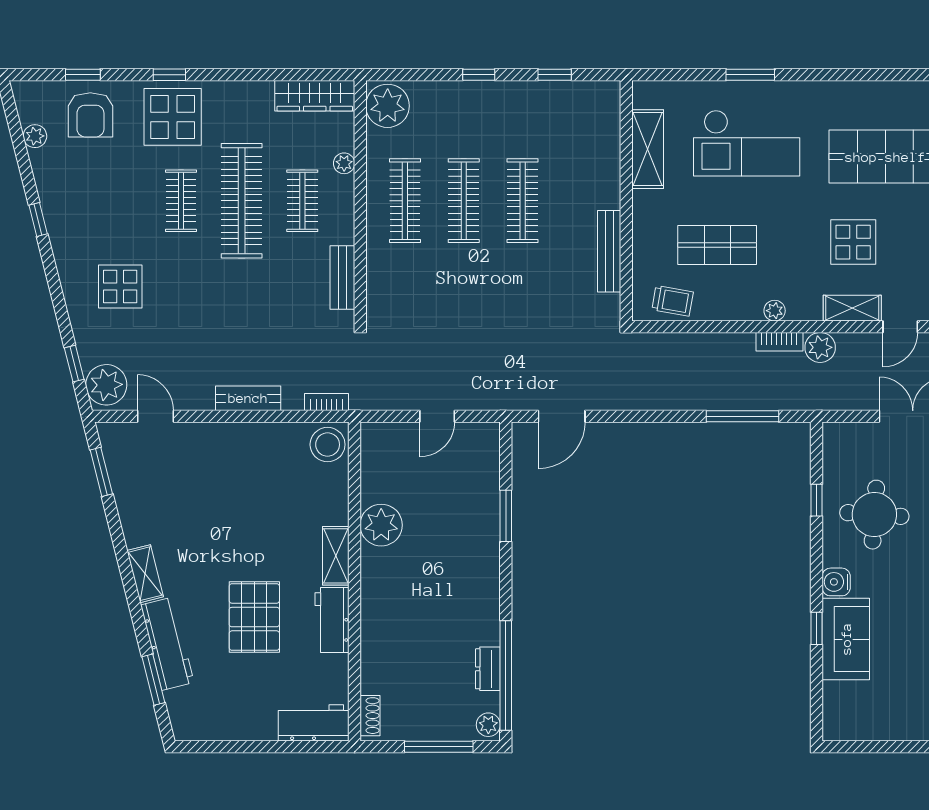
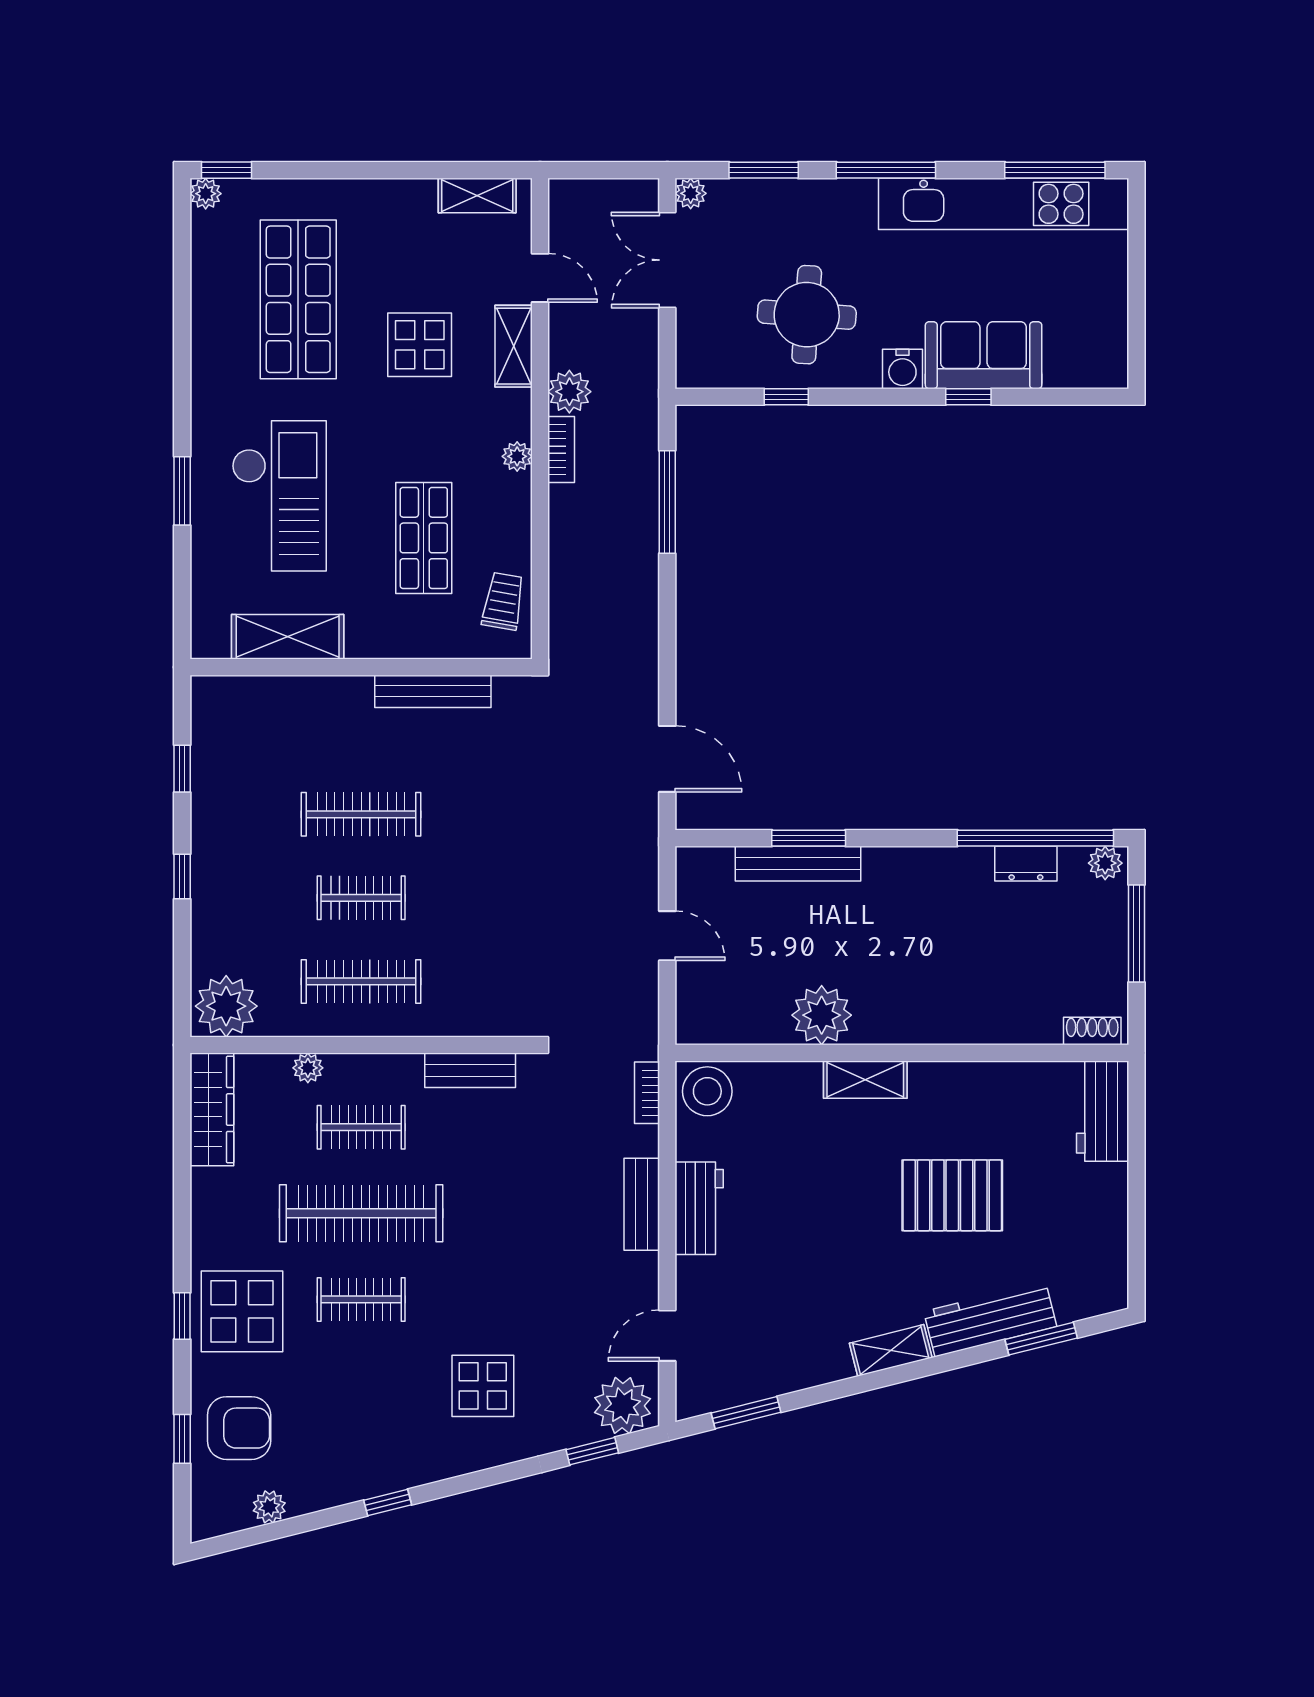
clothes rail: (464, 201) -> (361, 898), width x0.73
bench: (488, 508) -> (798, 864), added
workbench: (332, 620) -> (699, 1208), moved, turned -90

